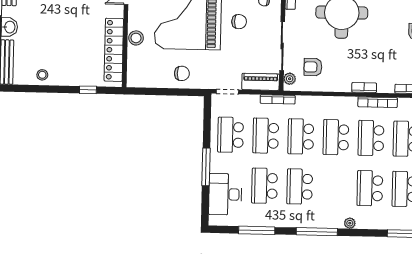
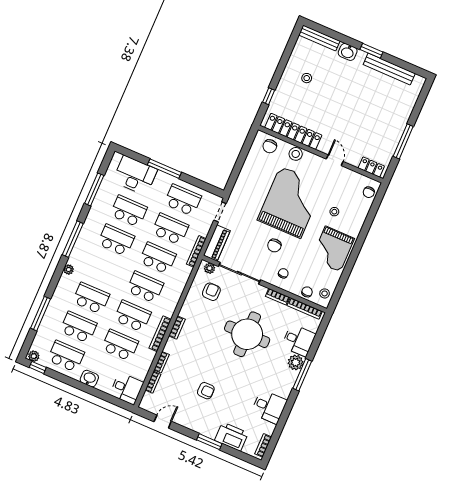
chair: (182, 73) -> (270, 146), moved
stool: (42, 75) -> (307, 78), moved

